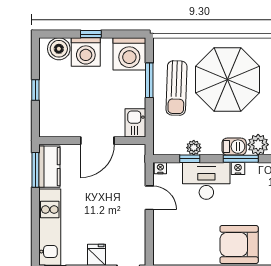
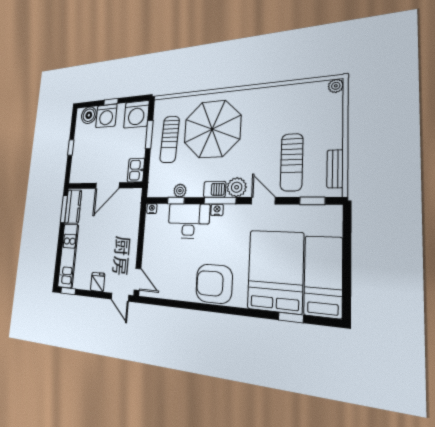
door: (149, 198) -> (137, 279), moved

